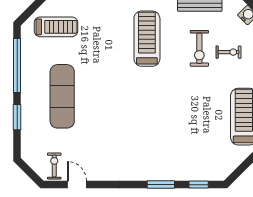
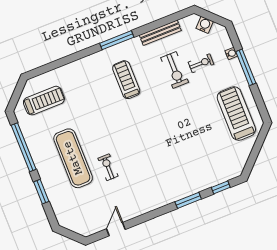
treadmill: (147, 39) -> (126, 80), width x0.73, depth x0.73
exercise bike: (54, 166) -> (108, 167), moved
door: (77, 185) -> (116, 229), hinge flipped

